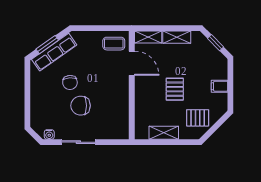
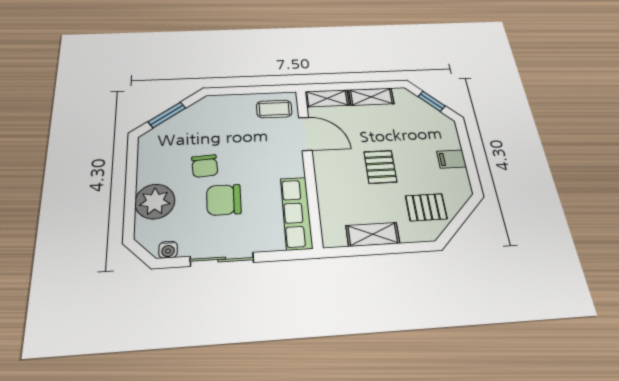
row of seats: (54, 52) -> (296, 213), moved, turned 125
plant: (41, 104) -> (155, 201), added

